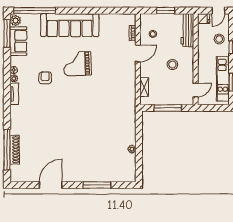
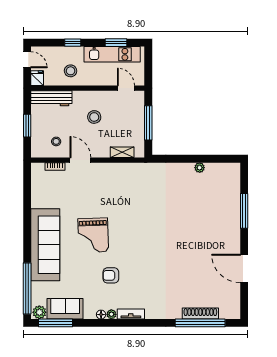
stool: (219, 39) -> (71, 71), moved

